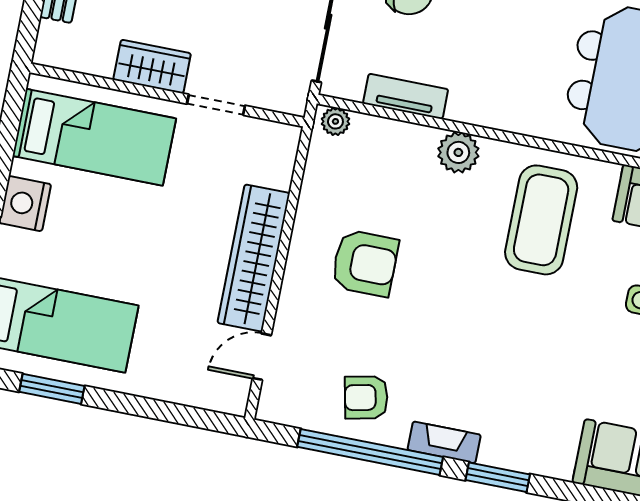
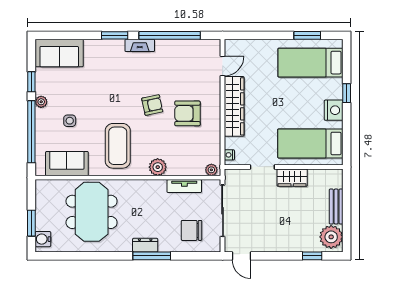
nightstand: (287, 148) -> (229, 155), added
armchair: (366, 397) -> (152, 105), moved

